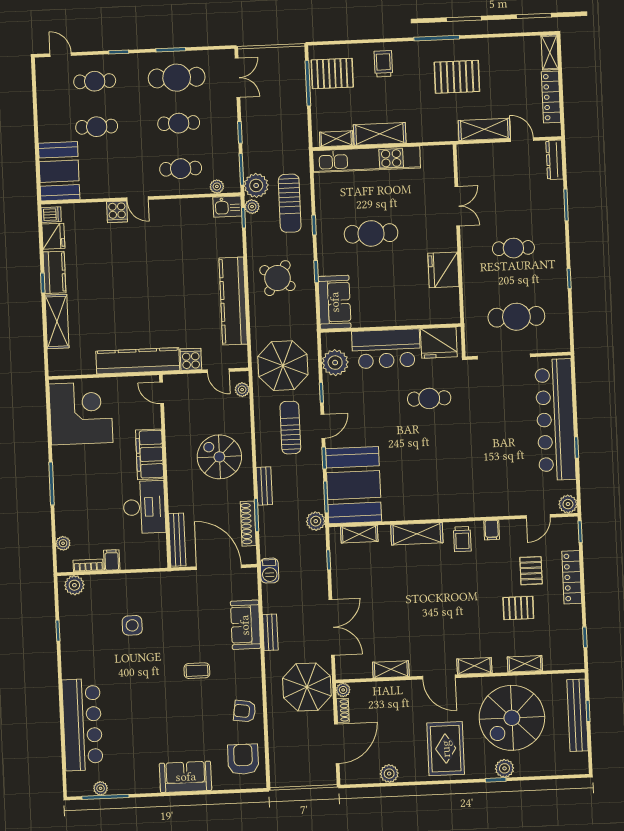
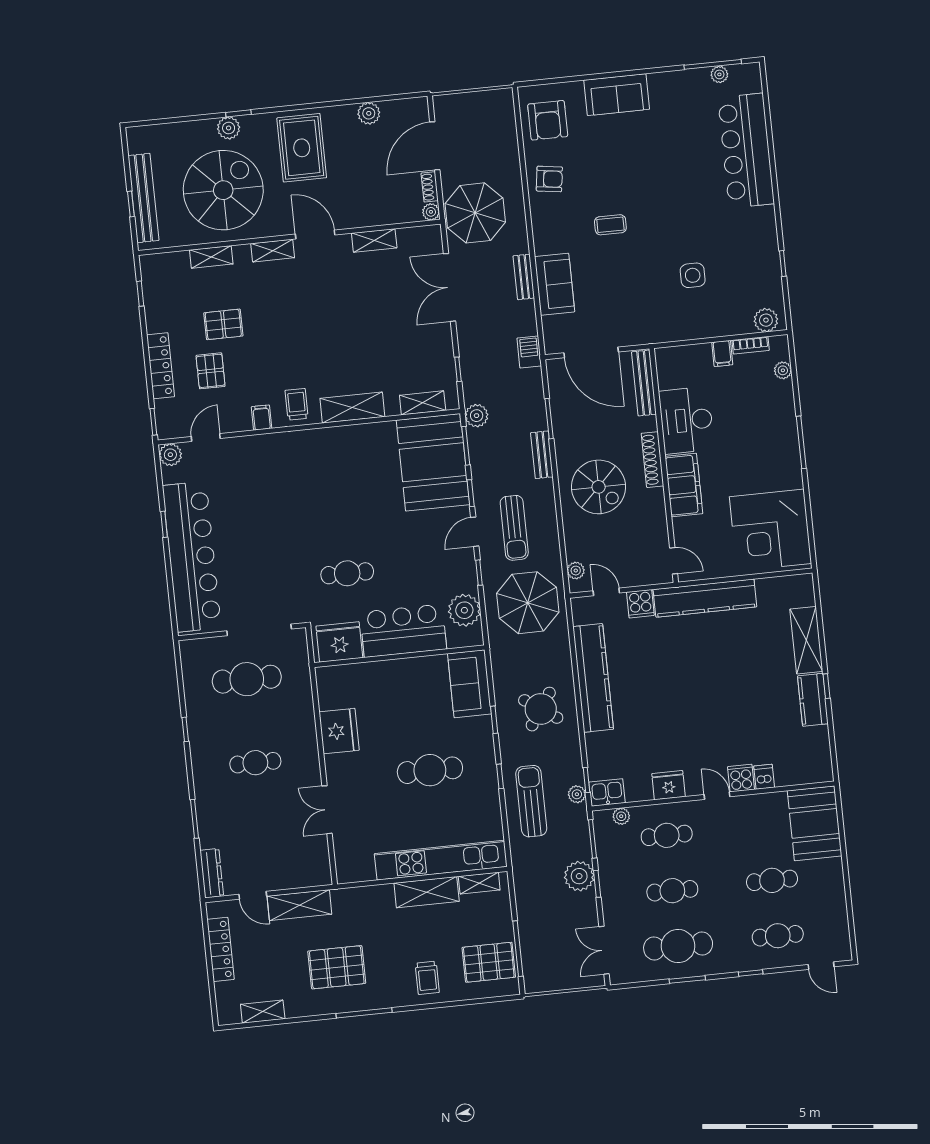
shelving: (550, 52) -> (263, 1012), moved, turned 90
plant: (256, 185) -> (579, 876), moved
dishwasher: (51, 215) -> (764, 777), moved, turned 90
fridge: (53, 236) -> (669, 785), moved, turned 90
shoe rack: (248, 524) -> (652, 460), moved, turned 180

